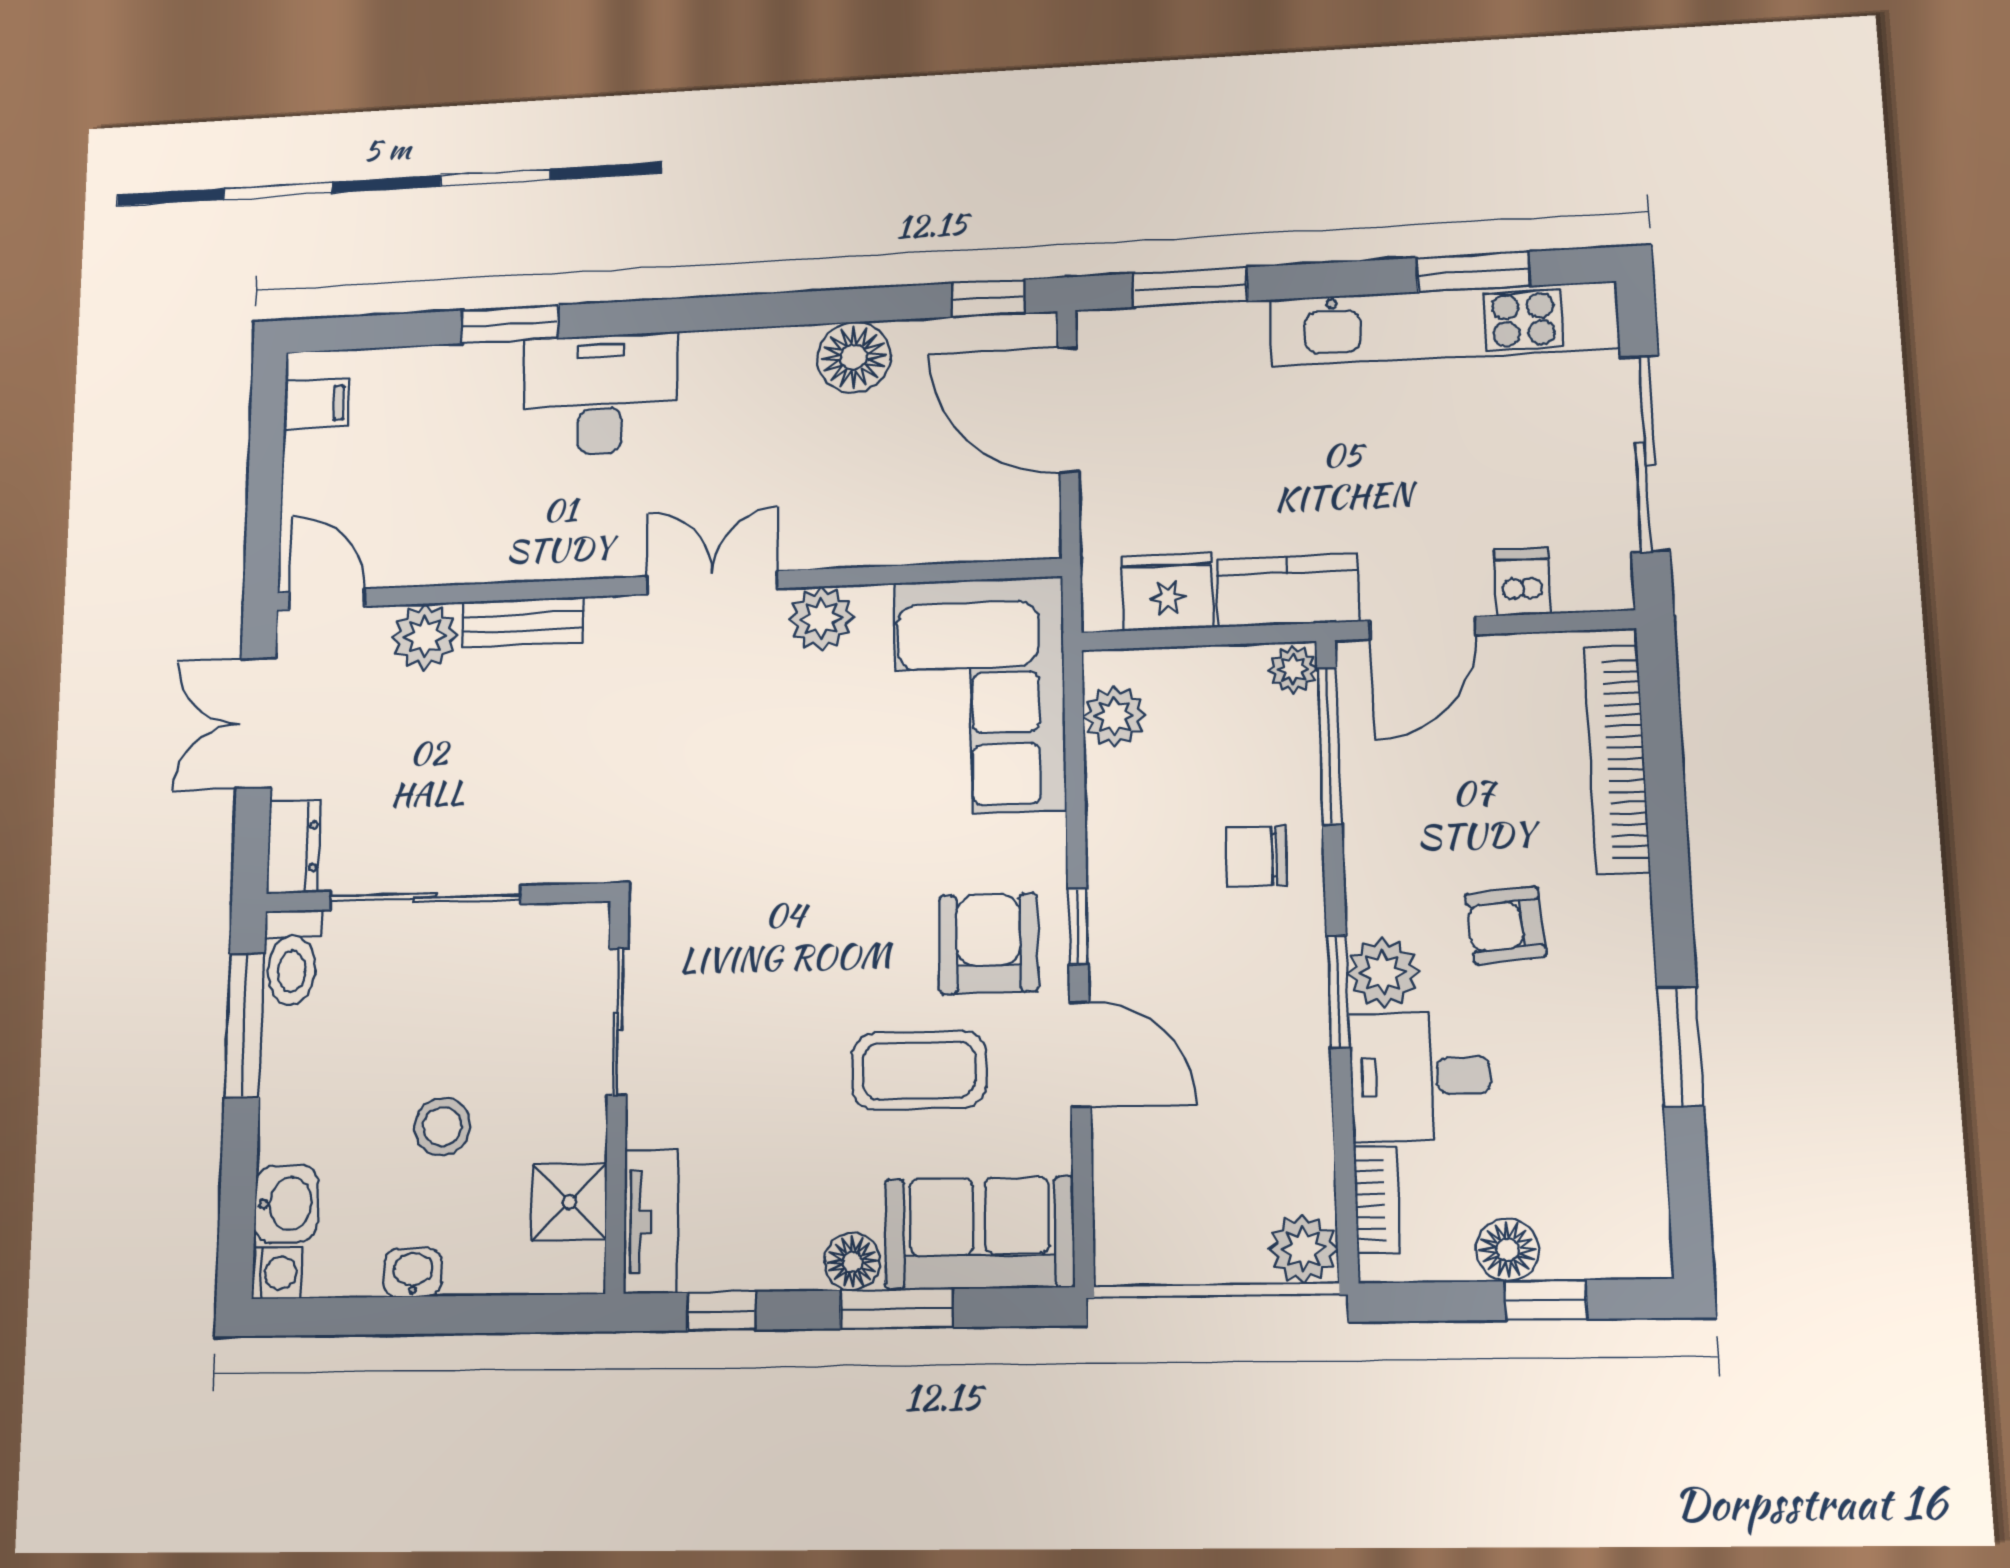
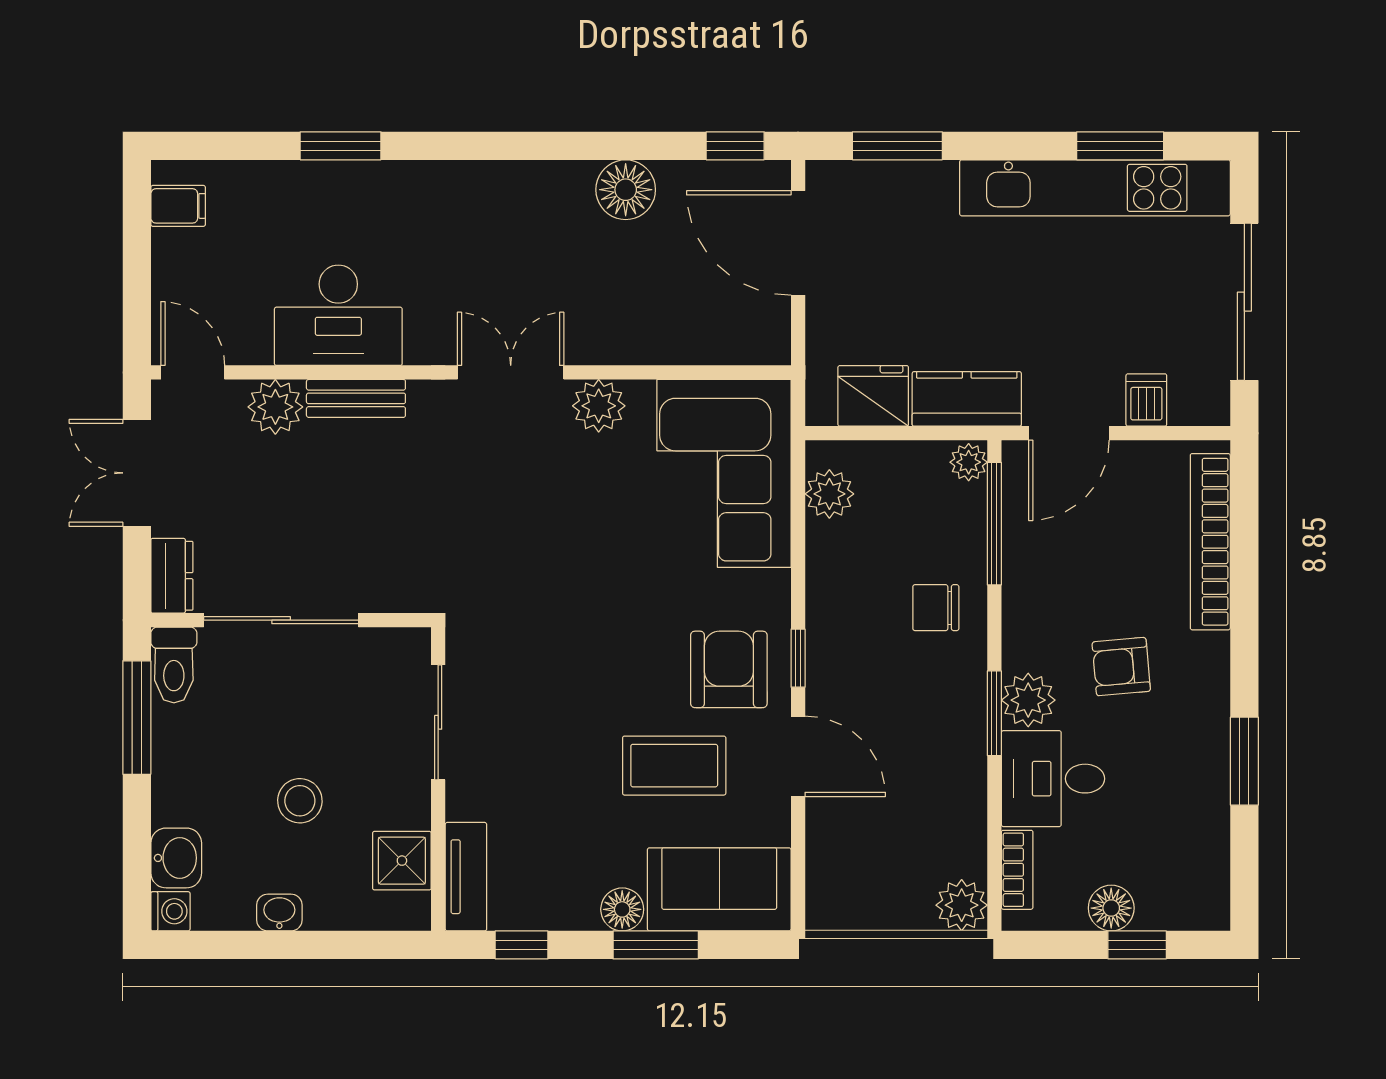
desk: (600, 394) -> (338, 315), moved, turned 180

